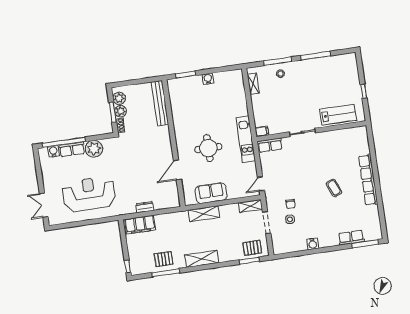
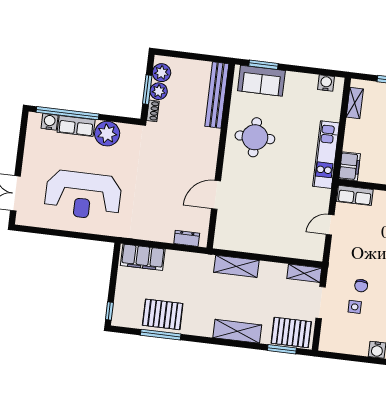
water cooler: (208, 79) -> (326, 83), moved
filing cabinet: (262, 131) -> (350, 166), width x2.00
kitchen unit: (246, 139) -> (326, 155), moved
round table: (208, 148) -> (255, 137), moved
door: (261, 184) -> (330, 225), moved
sofa: (211, 193) -> (261, 81), moved, turned 180
reception desk: (89, 194) -> (83, 195), turned 180
dresser: (145, 207) -> (187, 238), moved
pallet: (252, 248) -> (291, 332), width x1.50, depth x1.42
pallet: (164, 259) -> (163, 314), width x1.50, depth x1.42
shelving: (202, 259) -> (237, 331), moved

